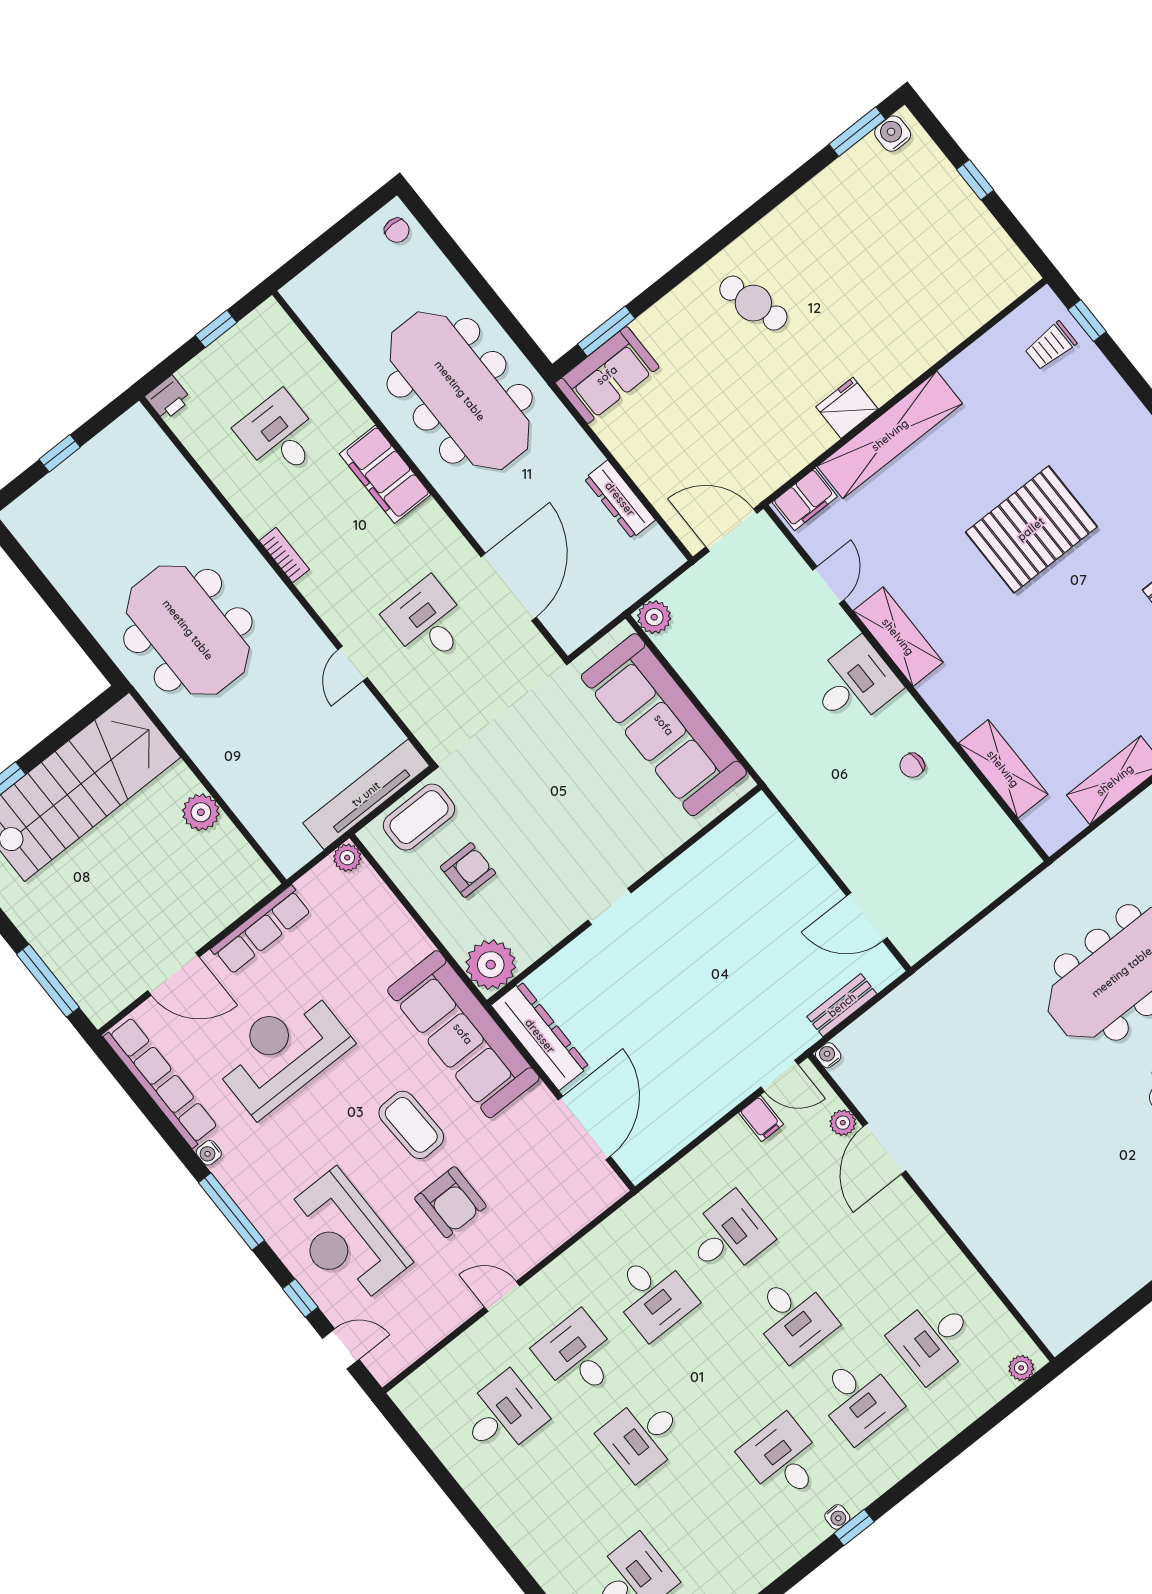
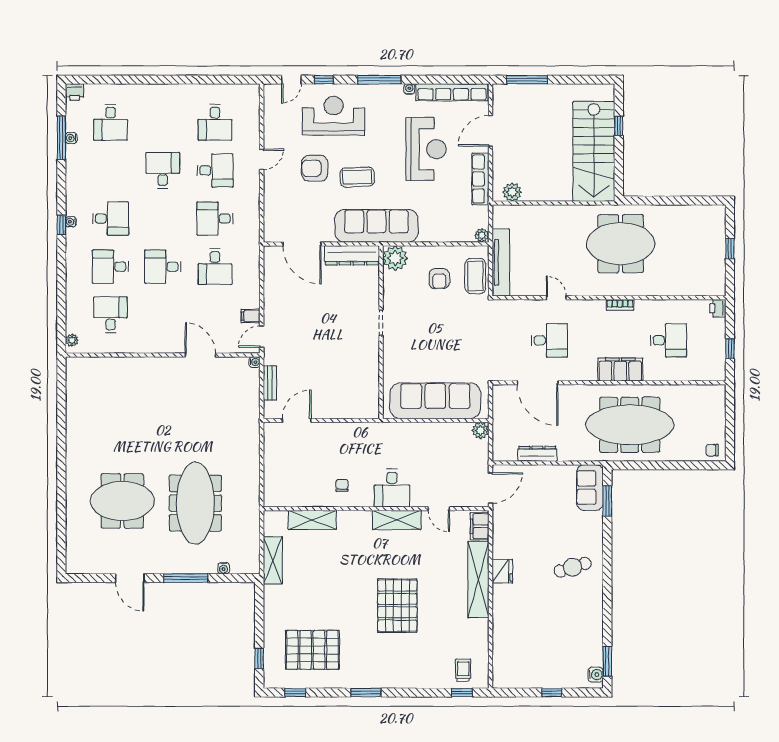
plant: (201, 812) -> (512, 192), moved
plant: (843, 1123) -> (224, 347), removed

